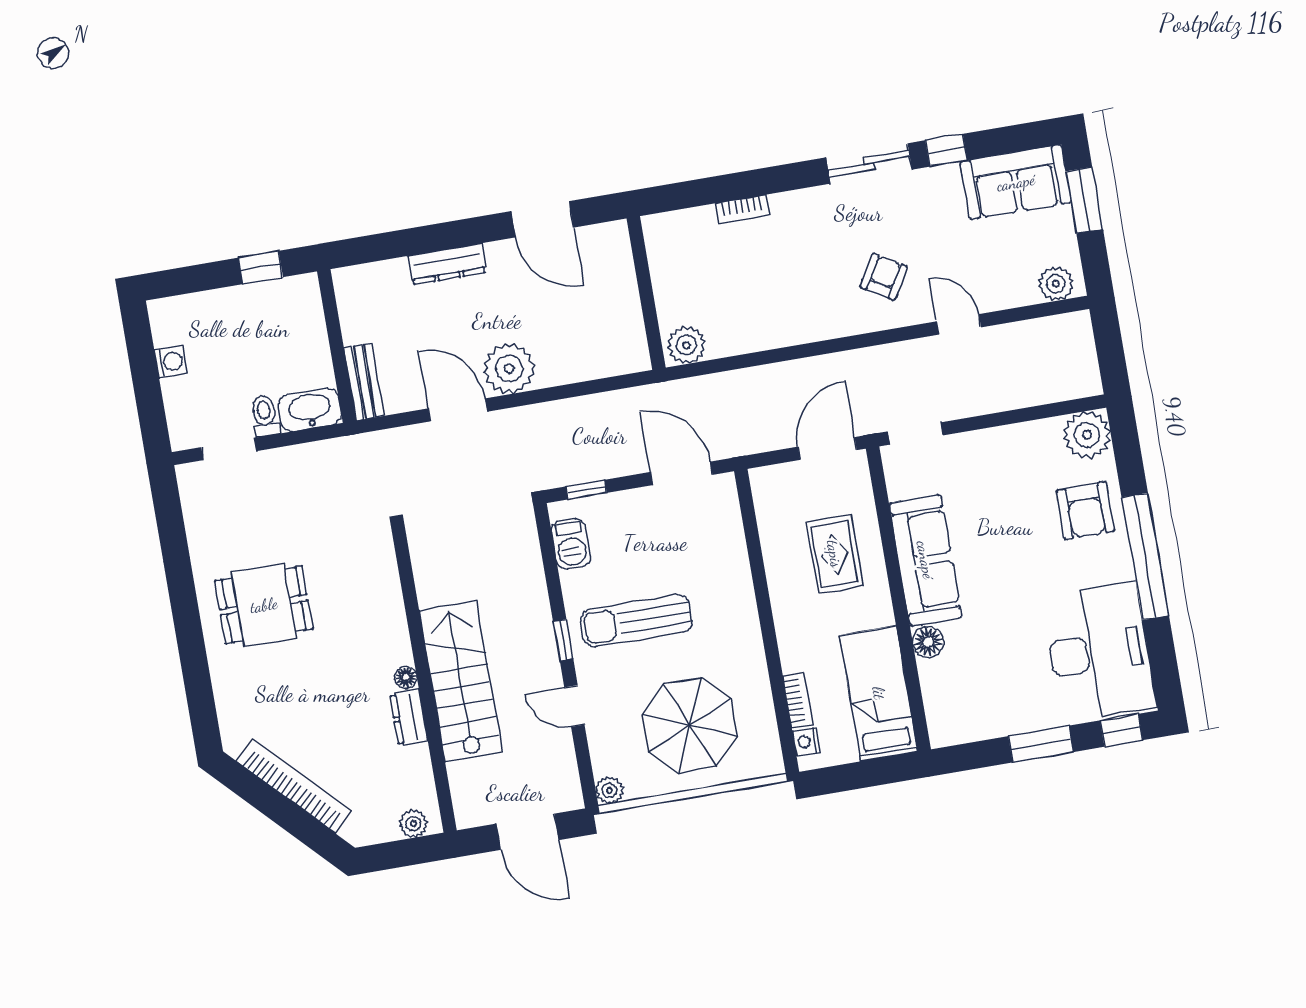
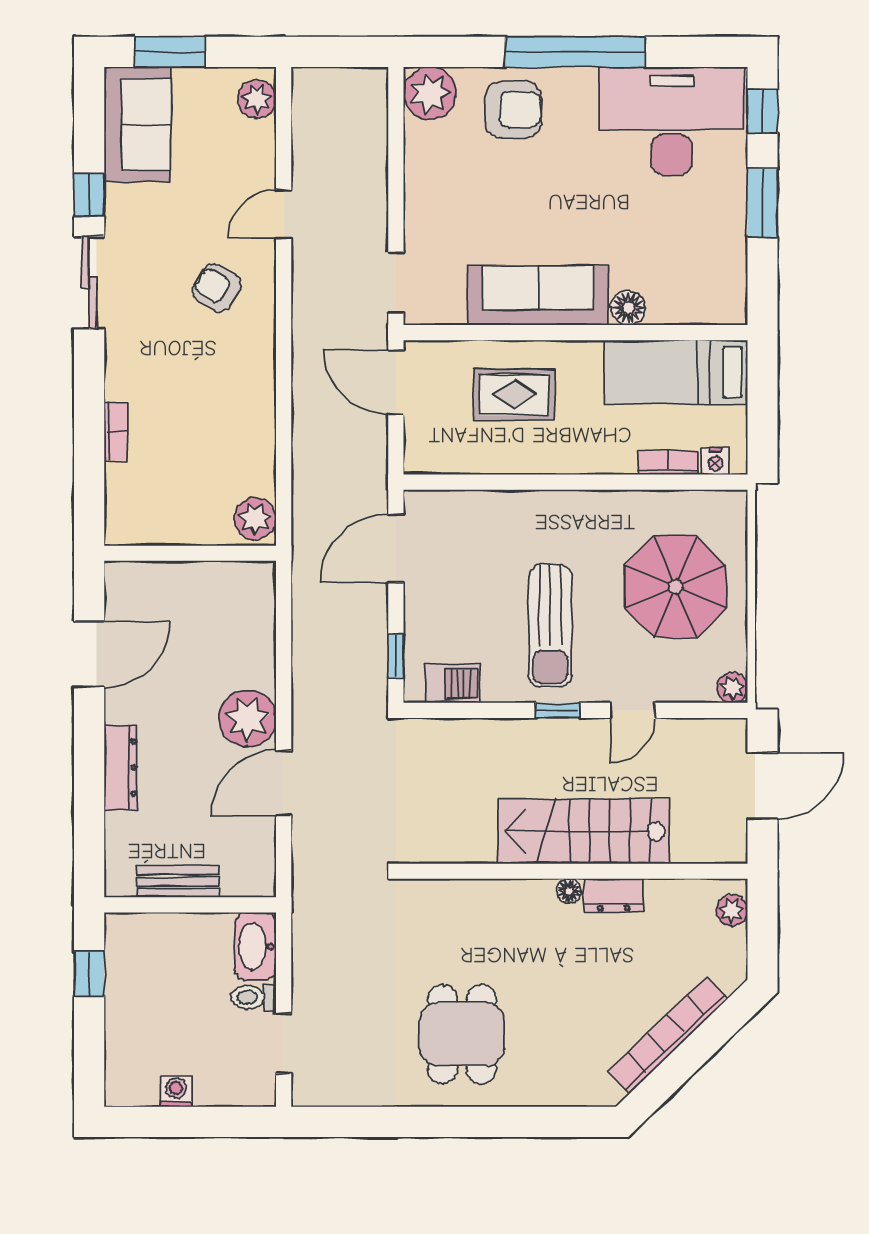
bench: (364, 382) -> (178, 882), moved

